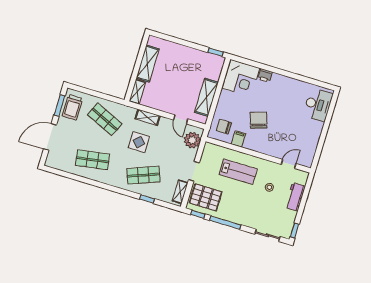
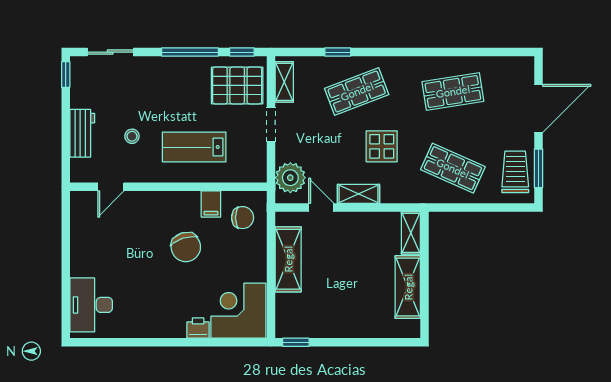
shelving: (148, 117) -> (359, 194), moved

